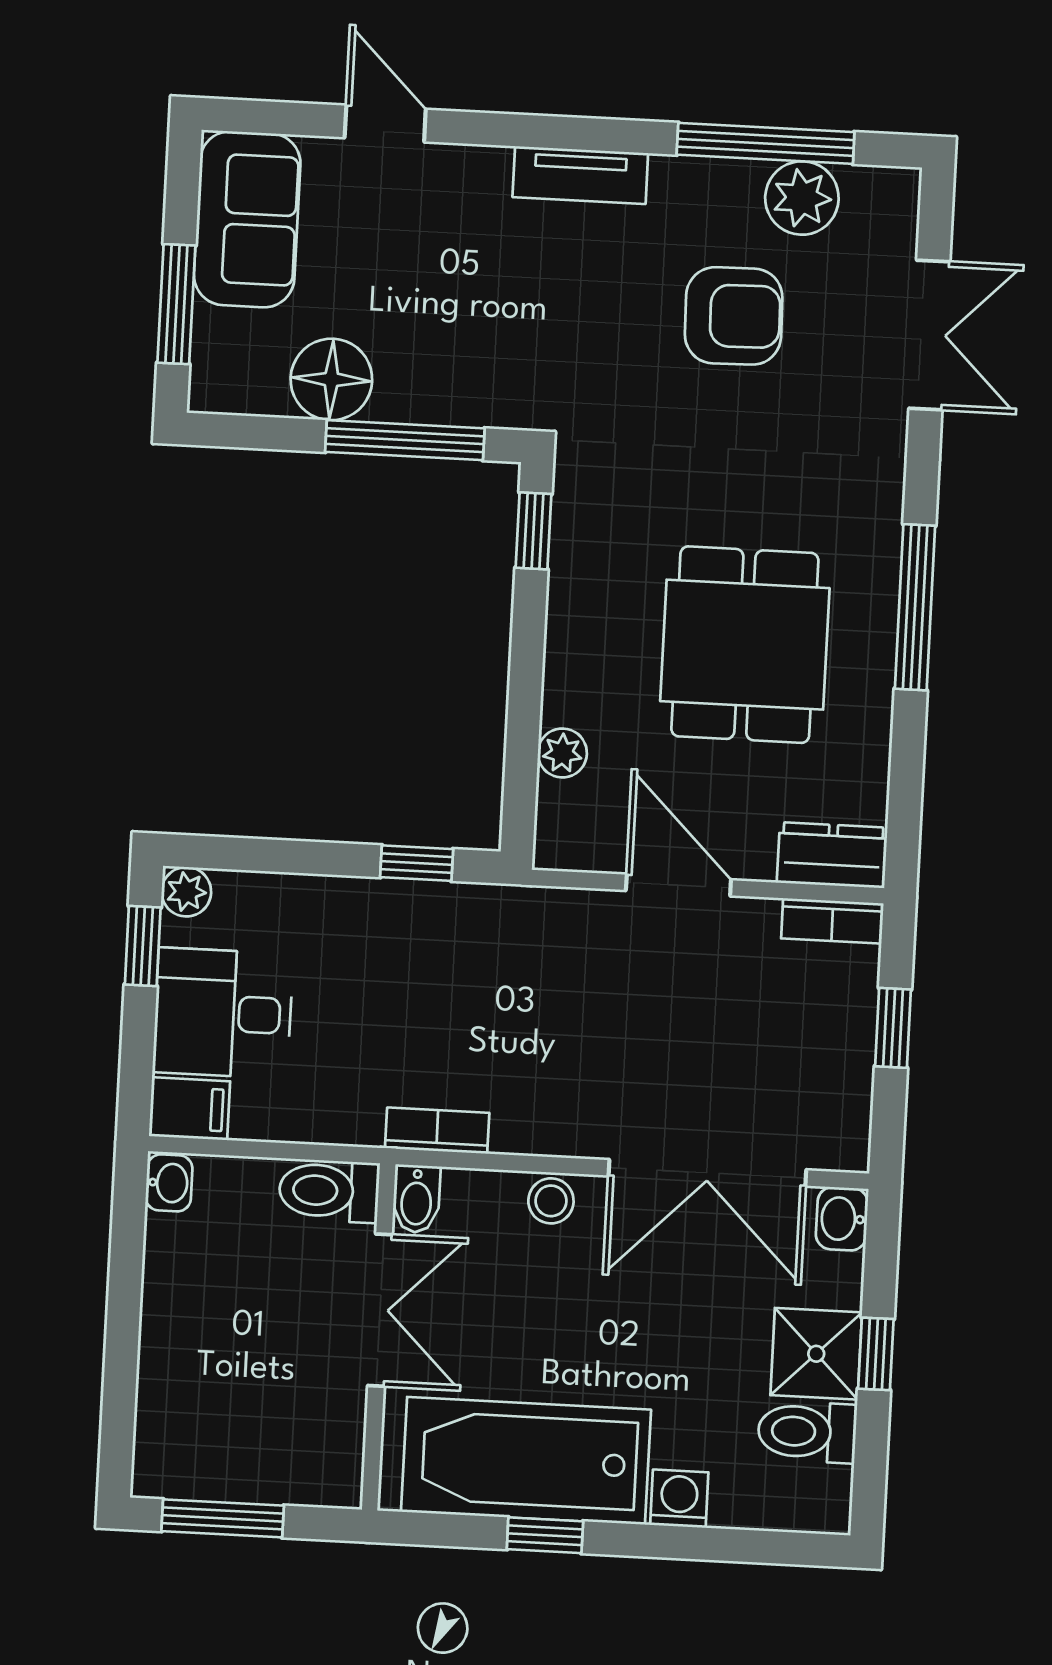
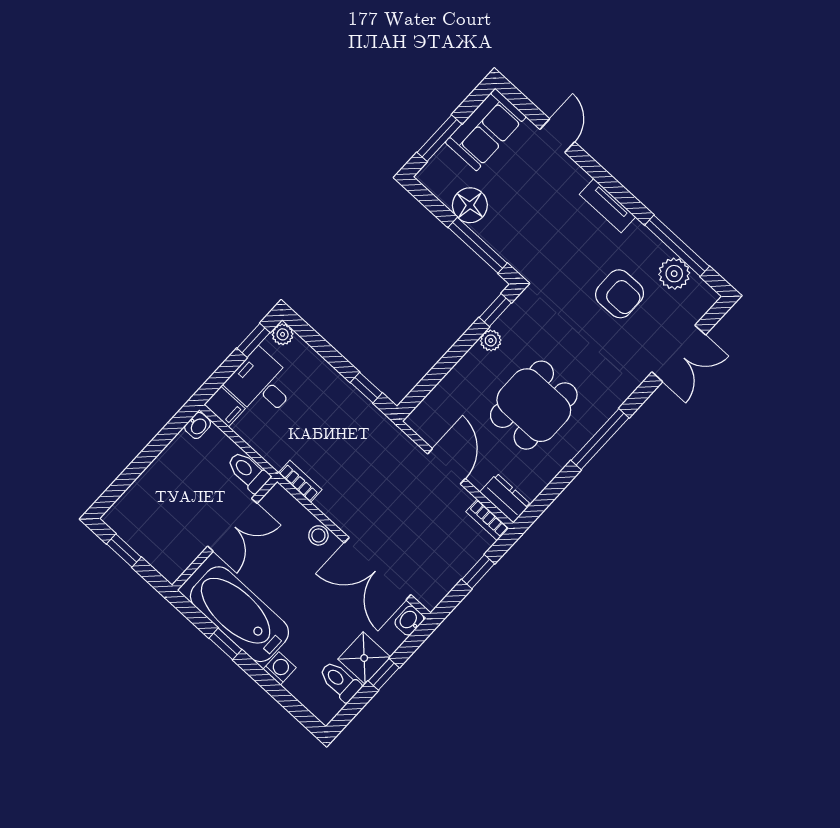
plant: (562, 753) -> (491, 340), moved
bidet: (416, 1199) -> (275, 498), removed
window: (223, 1518) -> (124, 551), width x0.67

